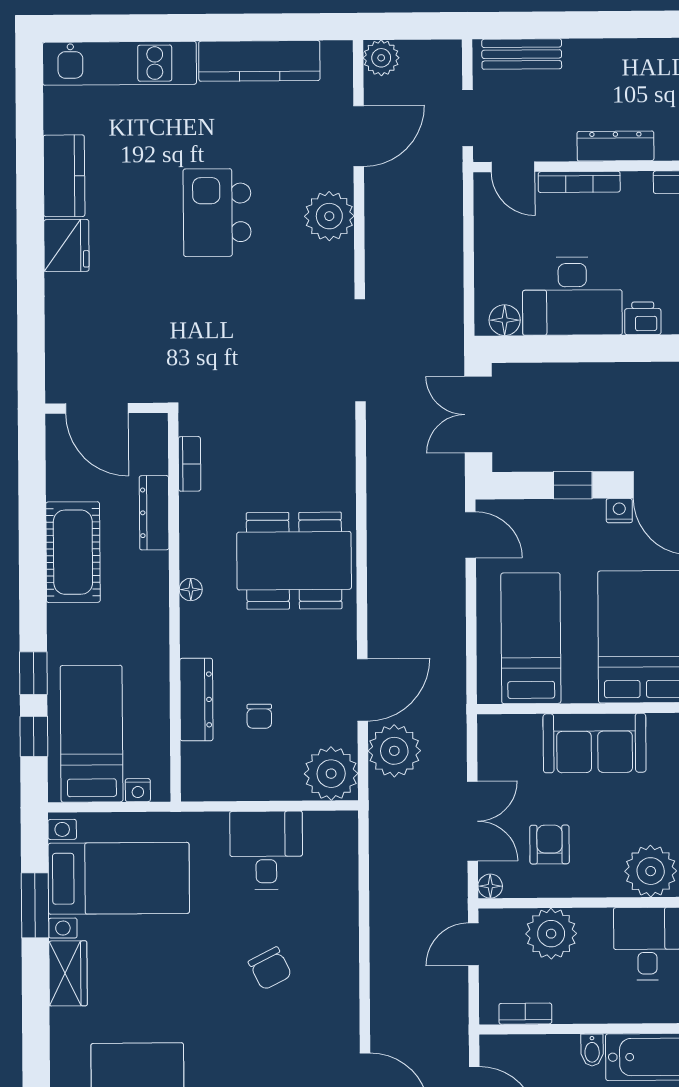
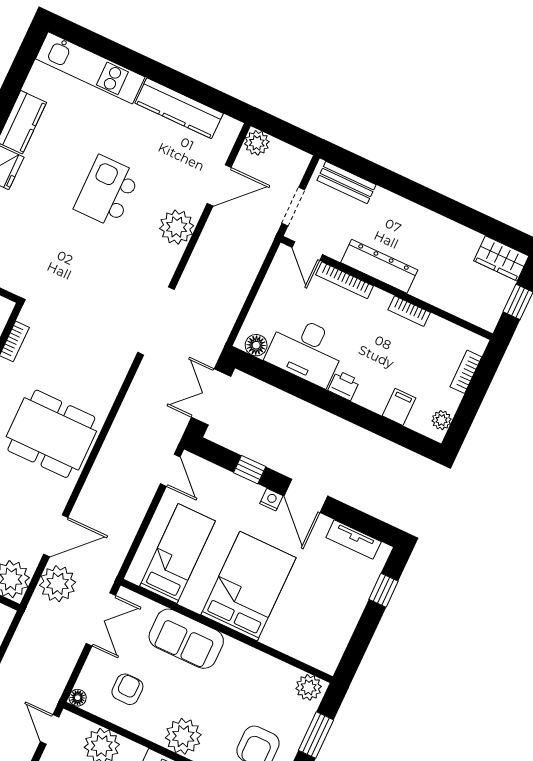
dresser: (615, 146) -> (379, 266), width x1.37, depth x1.24
double door: (473, 821) -> (101, 619), moved
door: (473, 944) -> (50, 729), hinge flipped

